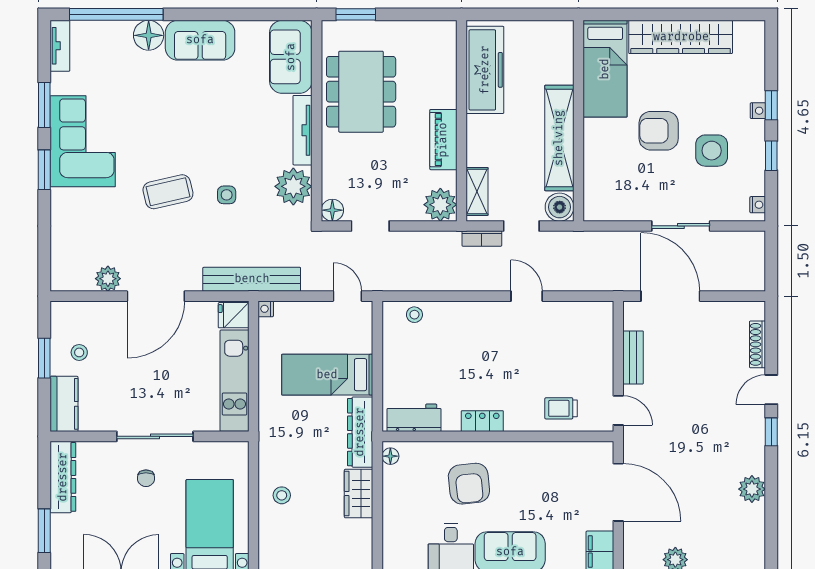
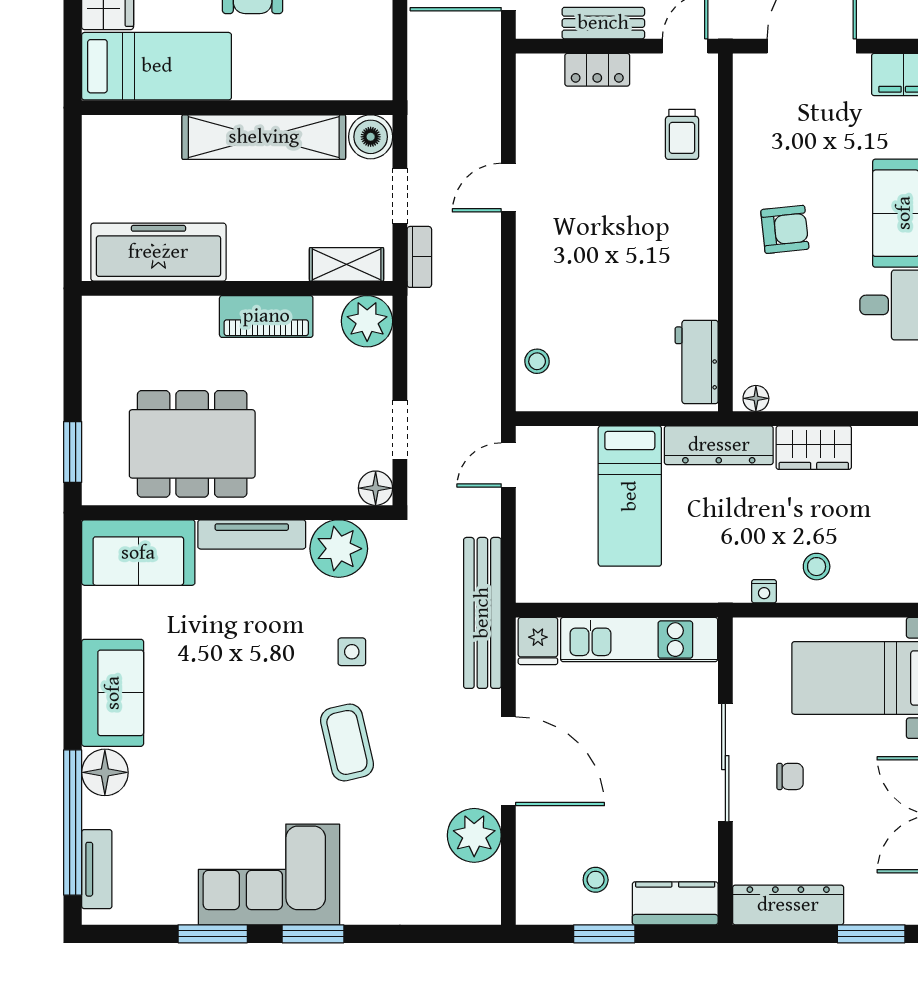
tv unit: (60, 46) -> (97, 869), moved, turned 90
plant: (108, 279) -> (474, 835), width x1.36, depth x1.36
nightstand: (266, 309) -> (764, 591), moved
locker: (482, 421) -> (597, 70), moved, turned -90
armchair: (469, 484) -> (785, 229), moved, width x0.72, depth x0.72

